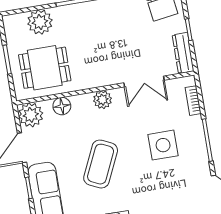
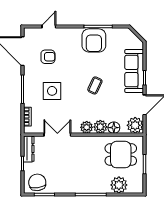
plant: (82, 104) -> (100, 127), added
coffee table: (101, 164) -> (95, 85), width x0.54, depth x0.58
armchair: (178, 195) -> (48, 57), added

